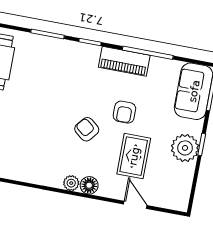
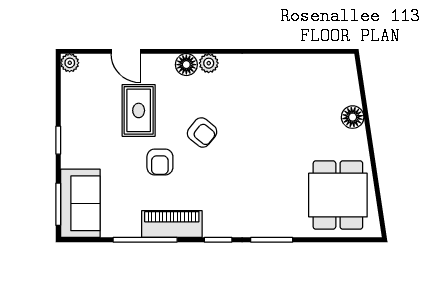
armchair: (124, 112) -> (160, 162), turned 180
plant: (185, 148) -> (70, 63), moved, width x0.53, depth x0.53

